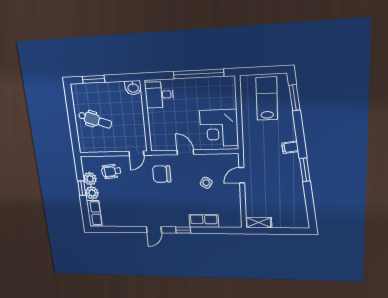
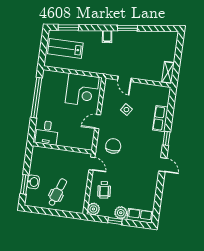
washbasin: (133, 88) -> (33, 182), moved
chair: (162, 174) -> (113, 146), turned 180
plant: (90, 179) -> (93, 209), moved

